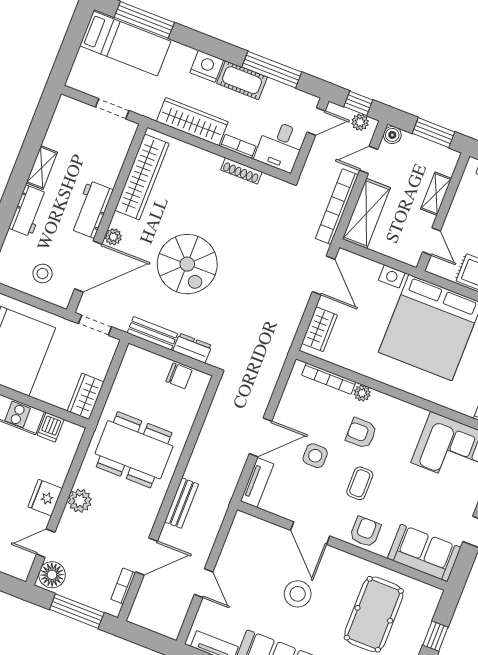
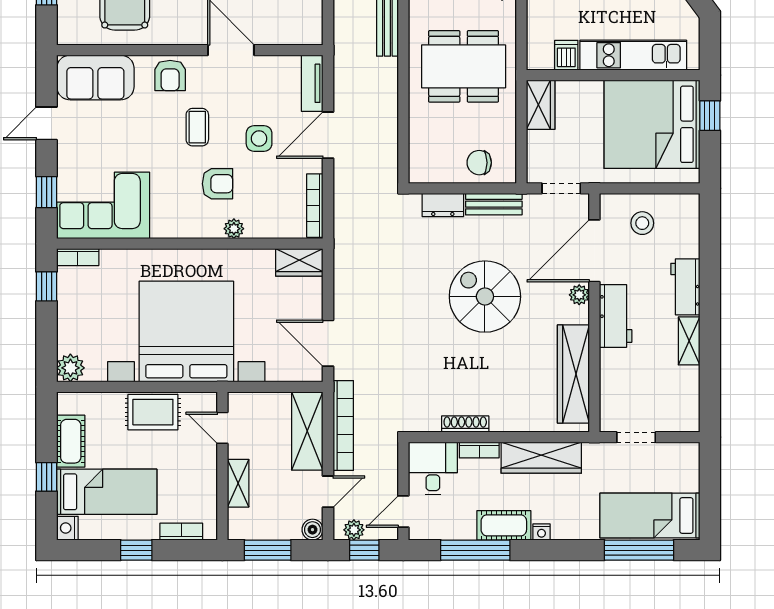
nightstand: (207, 66) -> (541, 532), width x0.53, depth x0.56
wardrobe: (320, 329) -> (299, 262), moved, turned -90
chair: (179, 376) -> (479, 163), moved
bookcase: (329, 379) -> (315, 206), moved, turned -90

